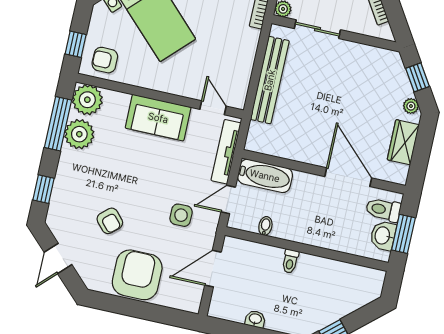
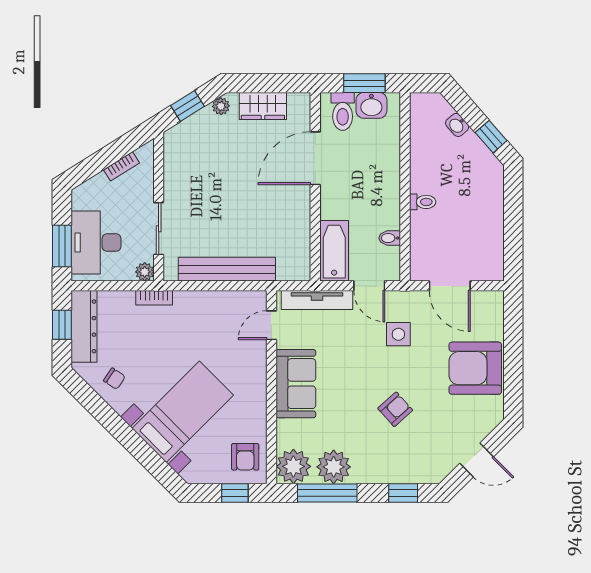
armchair: (110, 221) -> (395, 409), moved
washbasin: (255, 319) -> (457, 125), moved, turned -41

